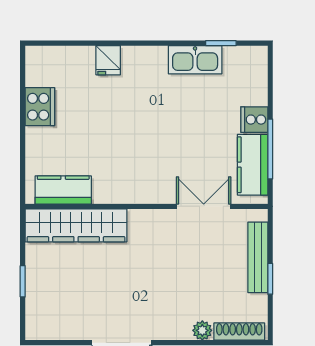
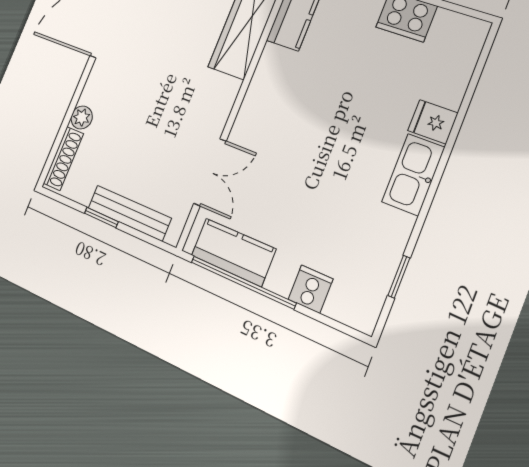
kitchen sink: (195, 60) -> (413, 175), moved
cooker: (254, 120) -> (311, 289), moved
window: (270, 149) -> (243, 282), width x1.46

